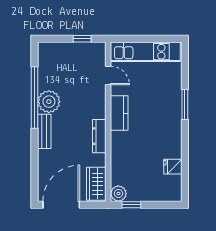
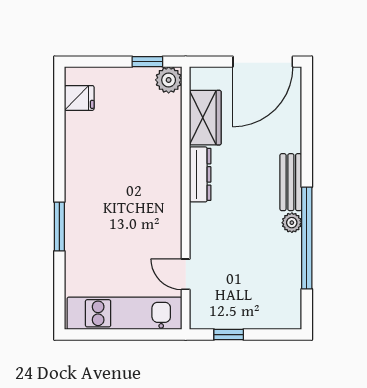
plant: (49, 102) -> (292, 223), width x0.53, depth x0.53
kitchen counter: (119, 113) -> (167, 212), removed
fridge: (173, 167) -> (79, 98), moved
wardrobe: (96, 184) -> (205, 118), moved

